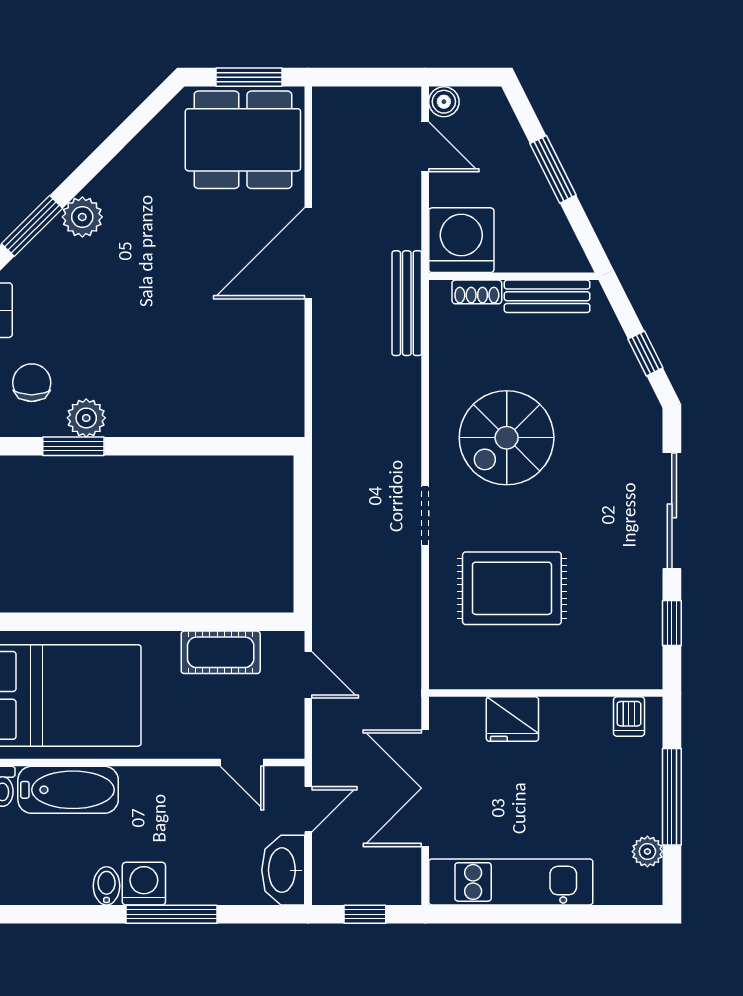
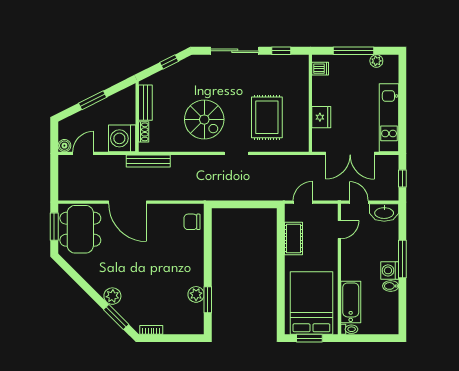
chair: (32, 383) -> (192, 222), moved

